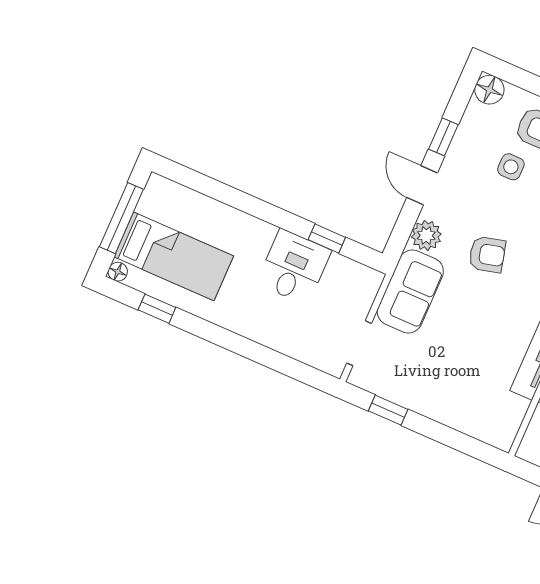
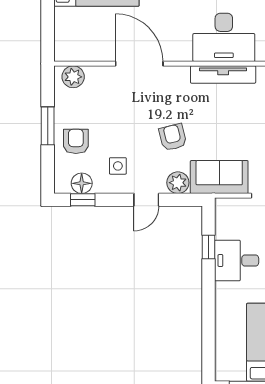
floor lamp: (489, 90) -> (82, 183), moved
window: (443, 137) -> (83, 200), moved
side table: (511, 167) -> (118, 166), moved

